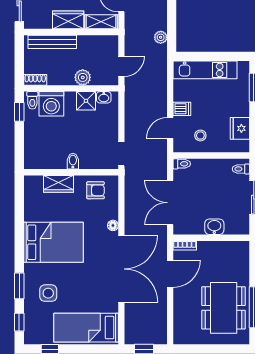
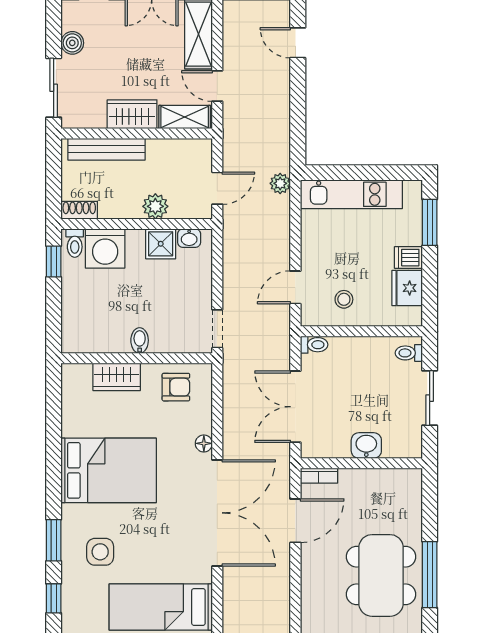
plant: (161, 37) -> (280, 183), moved
dishwasher: (182, 109) -> (408, 258), moved, turned 180

